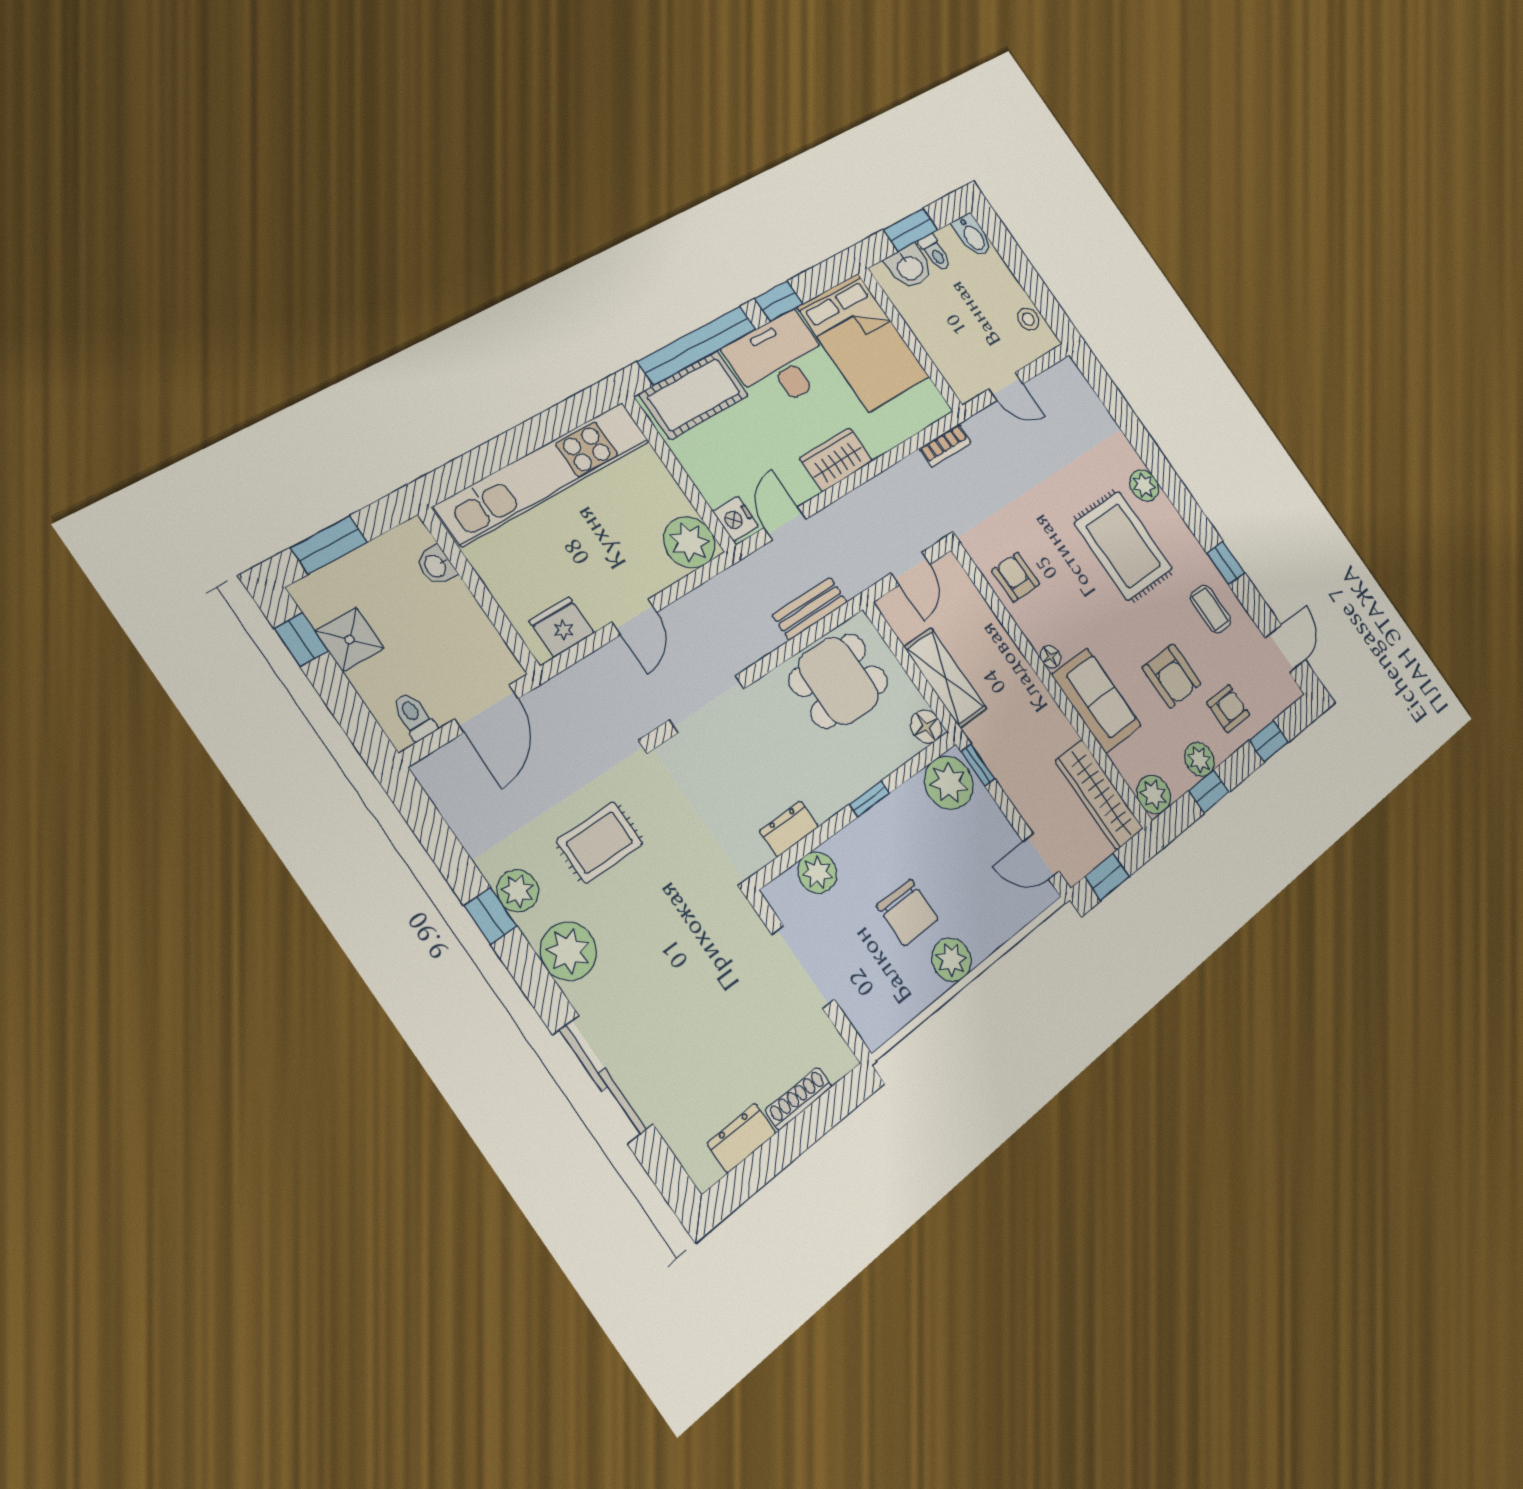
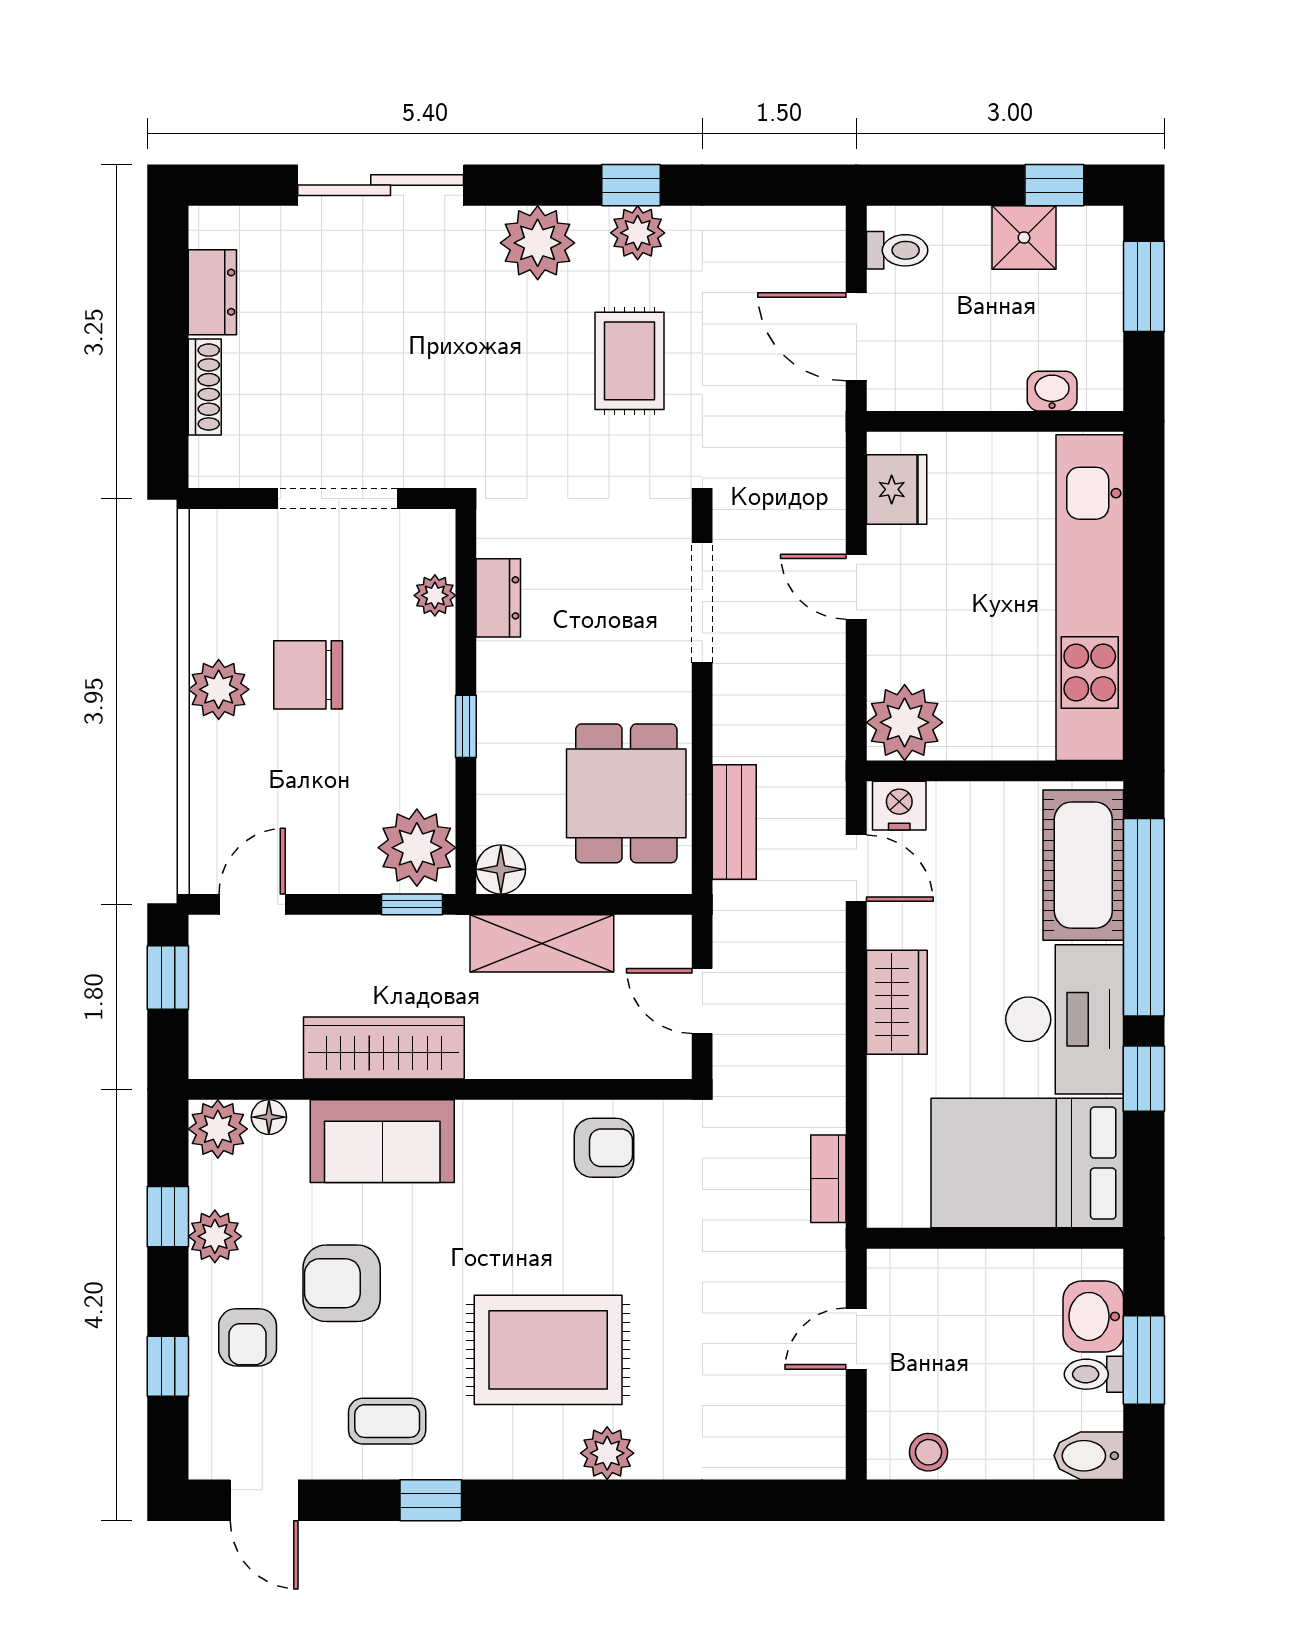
floor lamp: (1051, 657) -> (269, 1117), moved
wardrobe: (1099, 795) -> (384, 1048), moved
plant: (817, 873) -> (435, 595), width x0.73, depth x0.73

